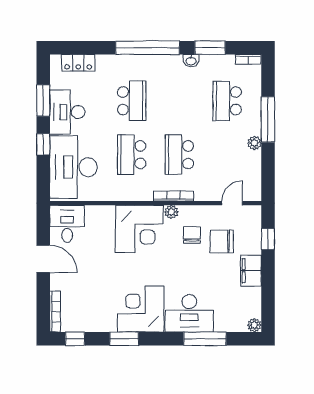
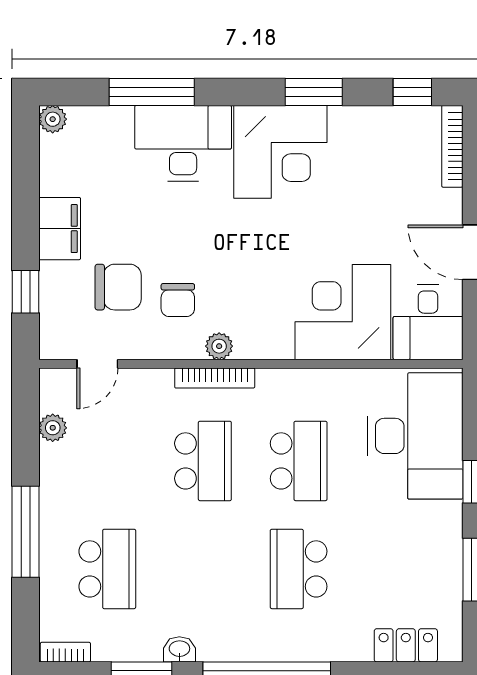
desk: (67, 112) -> (428, 546), removed
plant: (254, 143) -> (53, 428), moved
corner desk: (139, 229) -> (343, 312), moved

